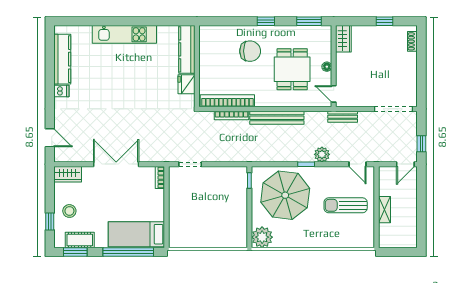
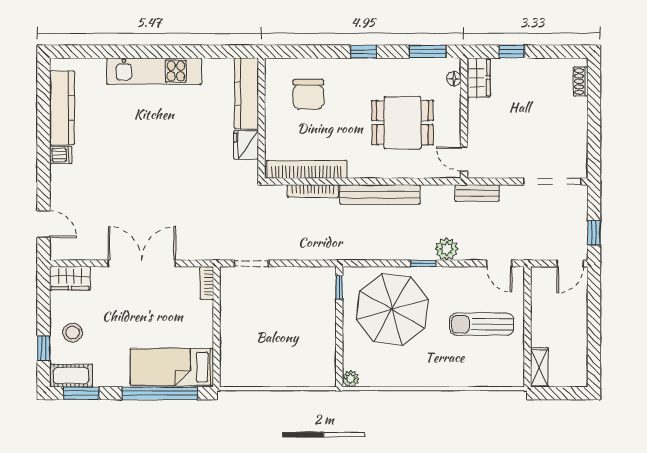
window: (385, 21) -> (512, 52), moved
chair: (250, 51) -> (308, 94), moved, turned 90
floor lamp: (327, 67) -> (454, 79), moved
dining table: (292, 69) -> (403, 123), turned 90
shelving: (385, 210) -> (539, 368), moved
plant: (262, 237) -> (351, 379), width x0.53, depth x0.53
cot: (80, 240) -> (71, 376), moved

